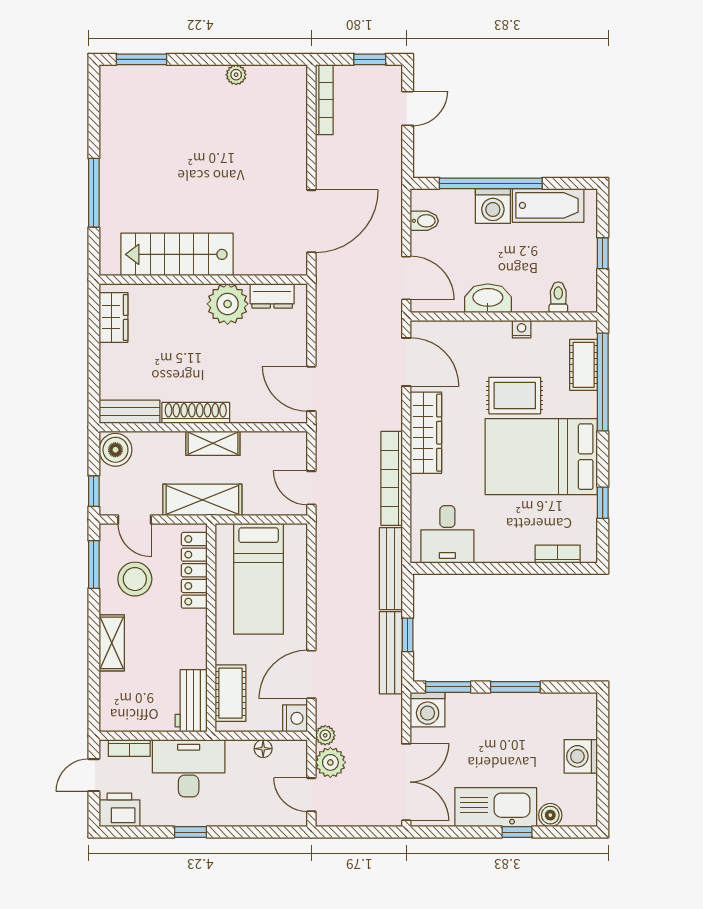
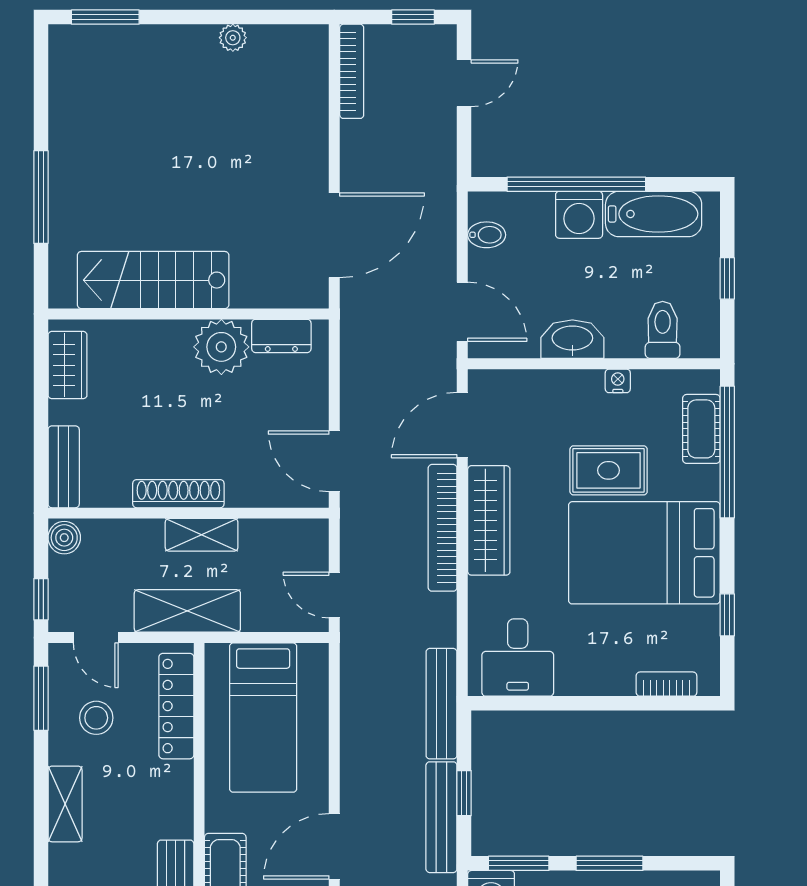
toilet: (558, 297) -> (663, 330), width x1.37, depth x1.39
door: (406, 362) -> (462, 425), swing flipped
bench: (129, 412) -> (64, 467), moved, turned 90
boiler: (115, 450) -> (64, 538), width x0.73, depth x0.73
bookcase: (392, 478) -> (443, 528), moved
stool: (135, 579) -> (96, 718), width x0.73, depth x0.73

